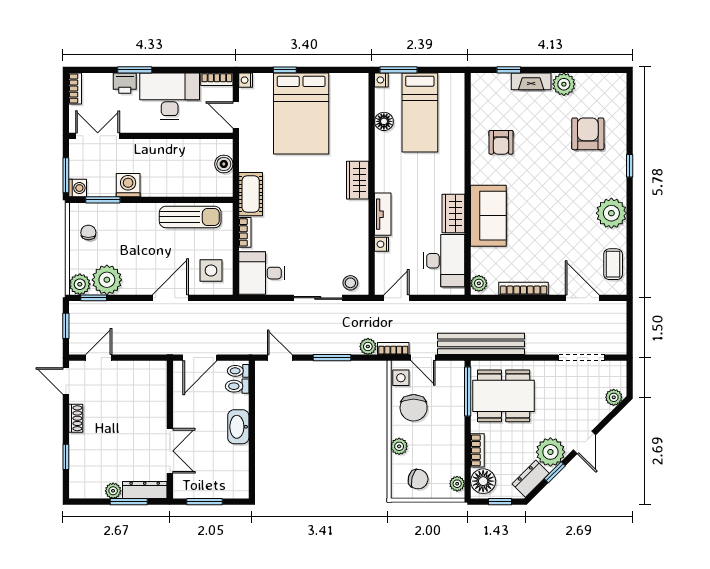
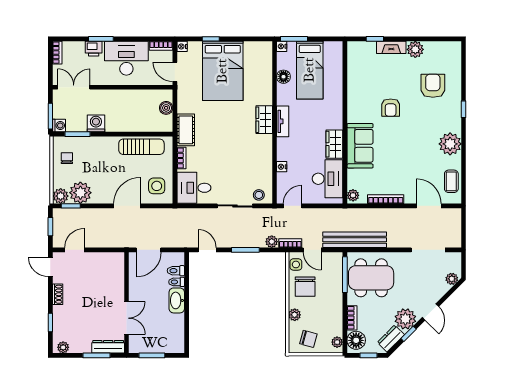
armchair: (501, 142) -> (391, 108), moved
tv unit: (383, 214) -> (283, 121), moved
toilet: (238, 371) -> (177, 282), moved
plant: (113, 491) -> (63, 347), moved

